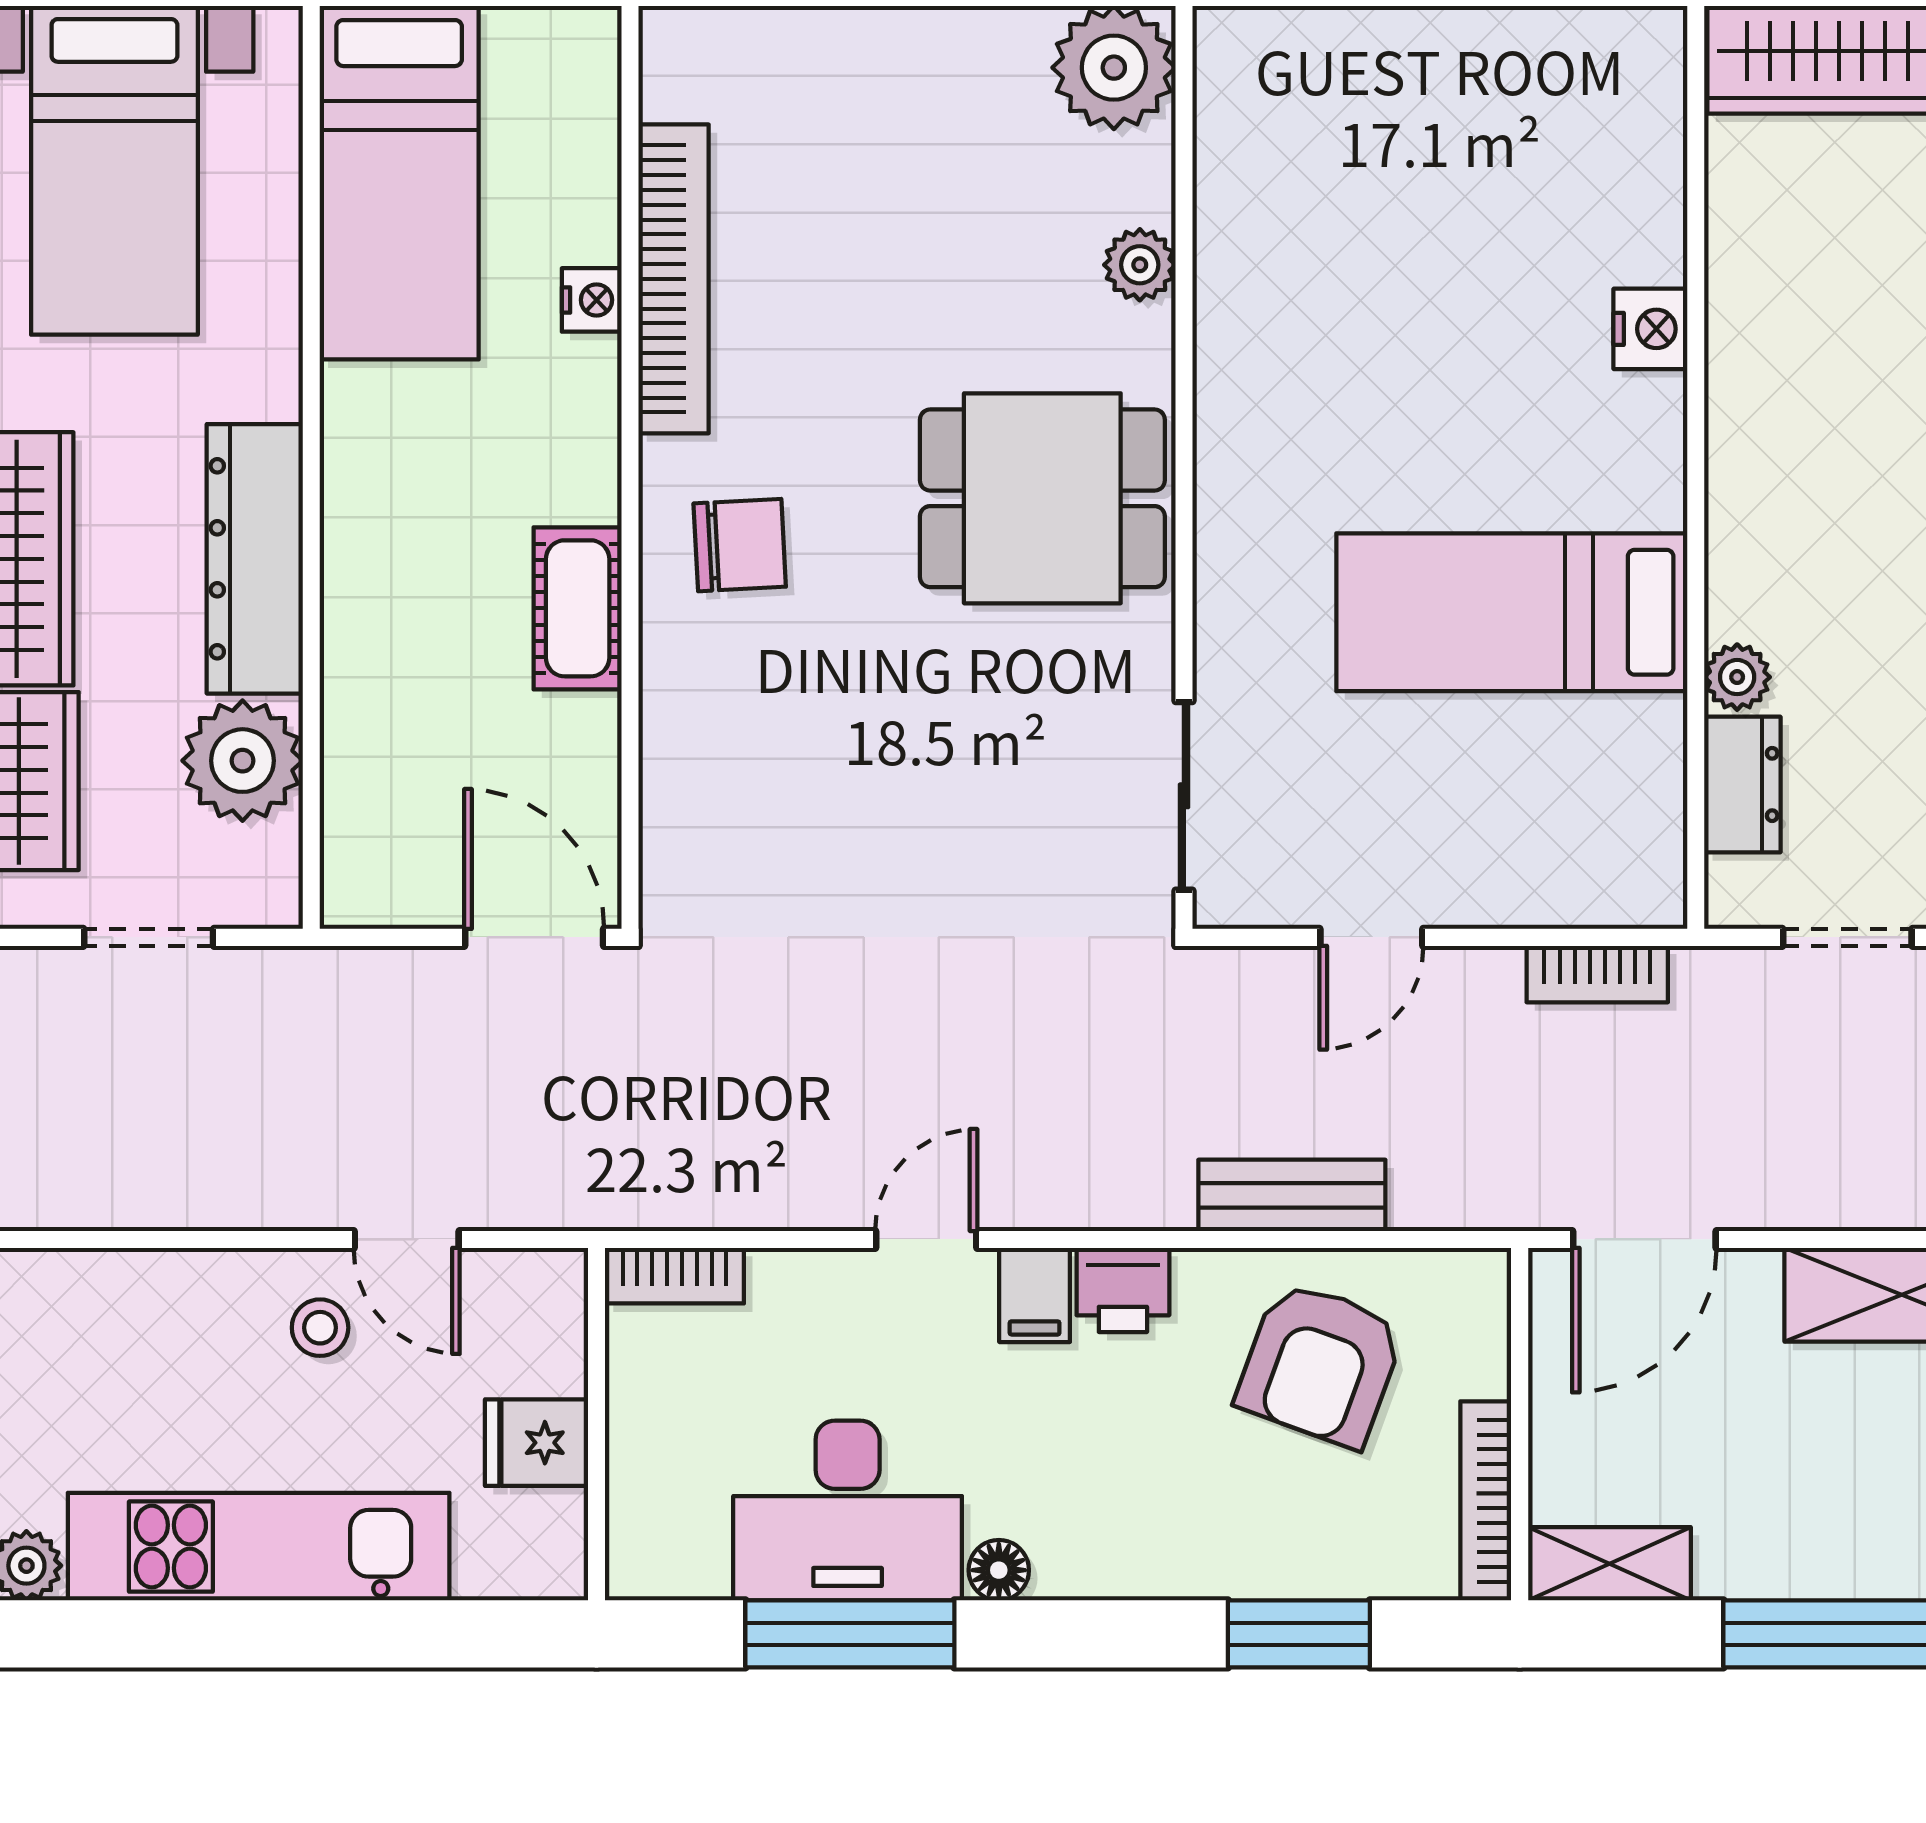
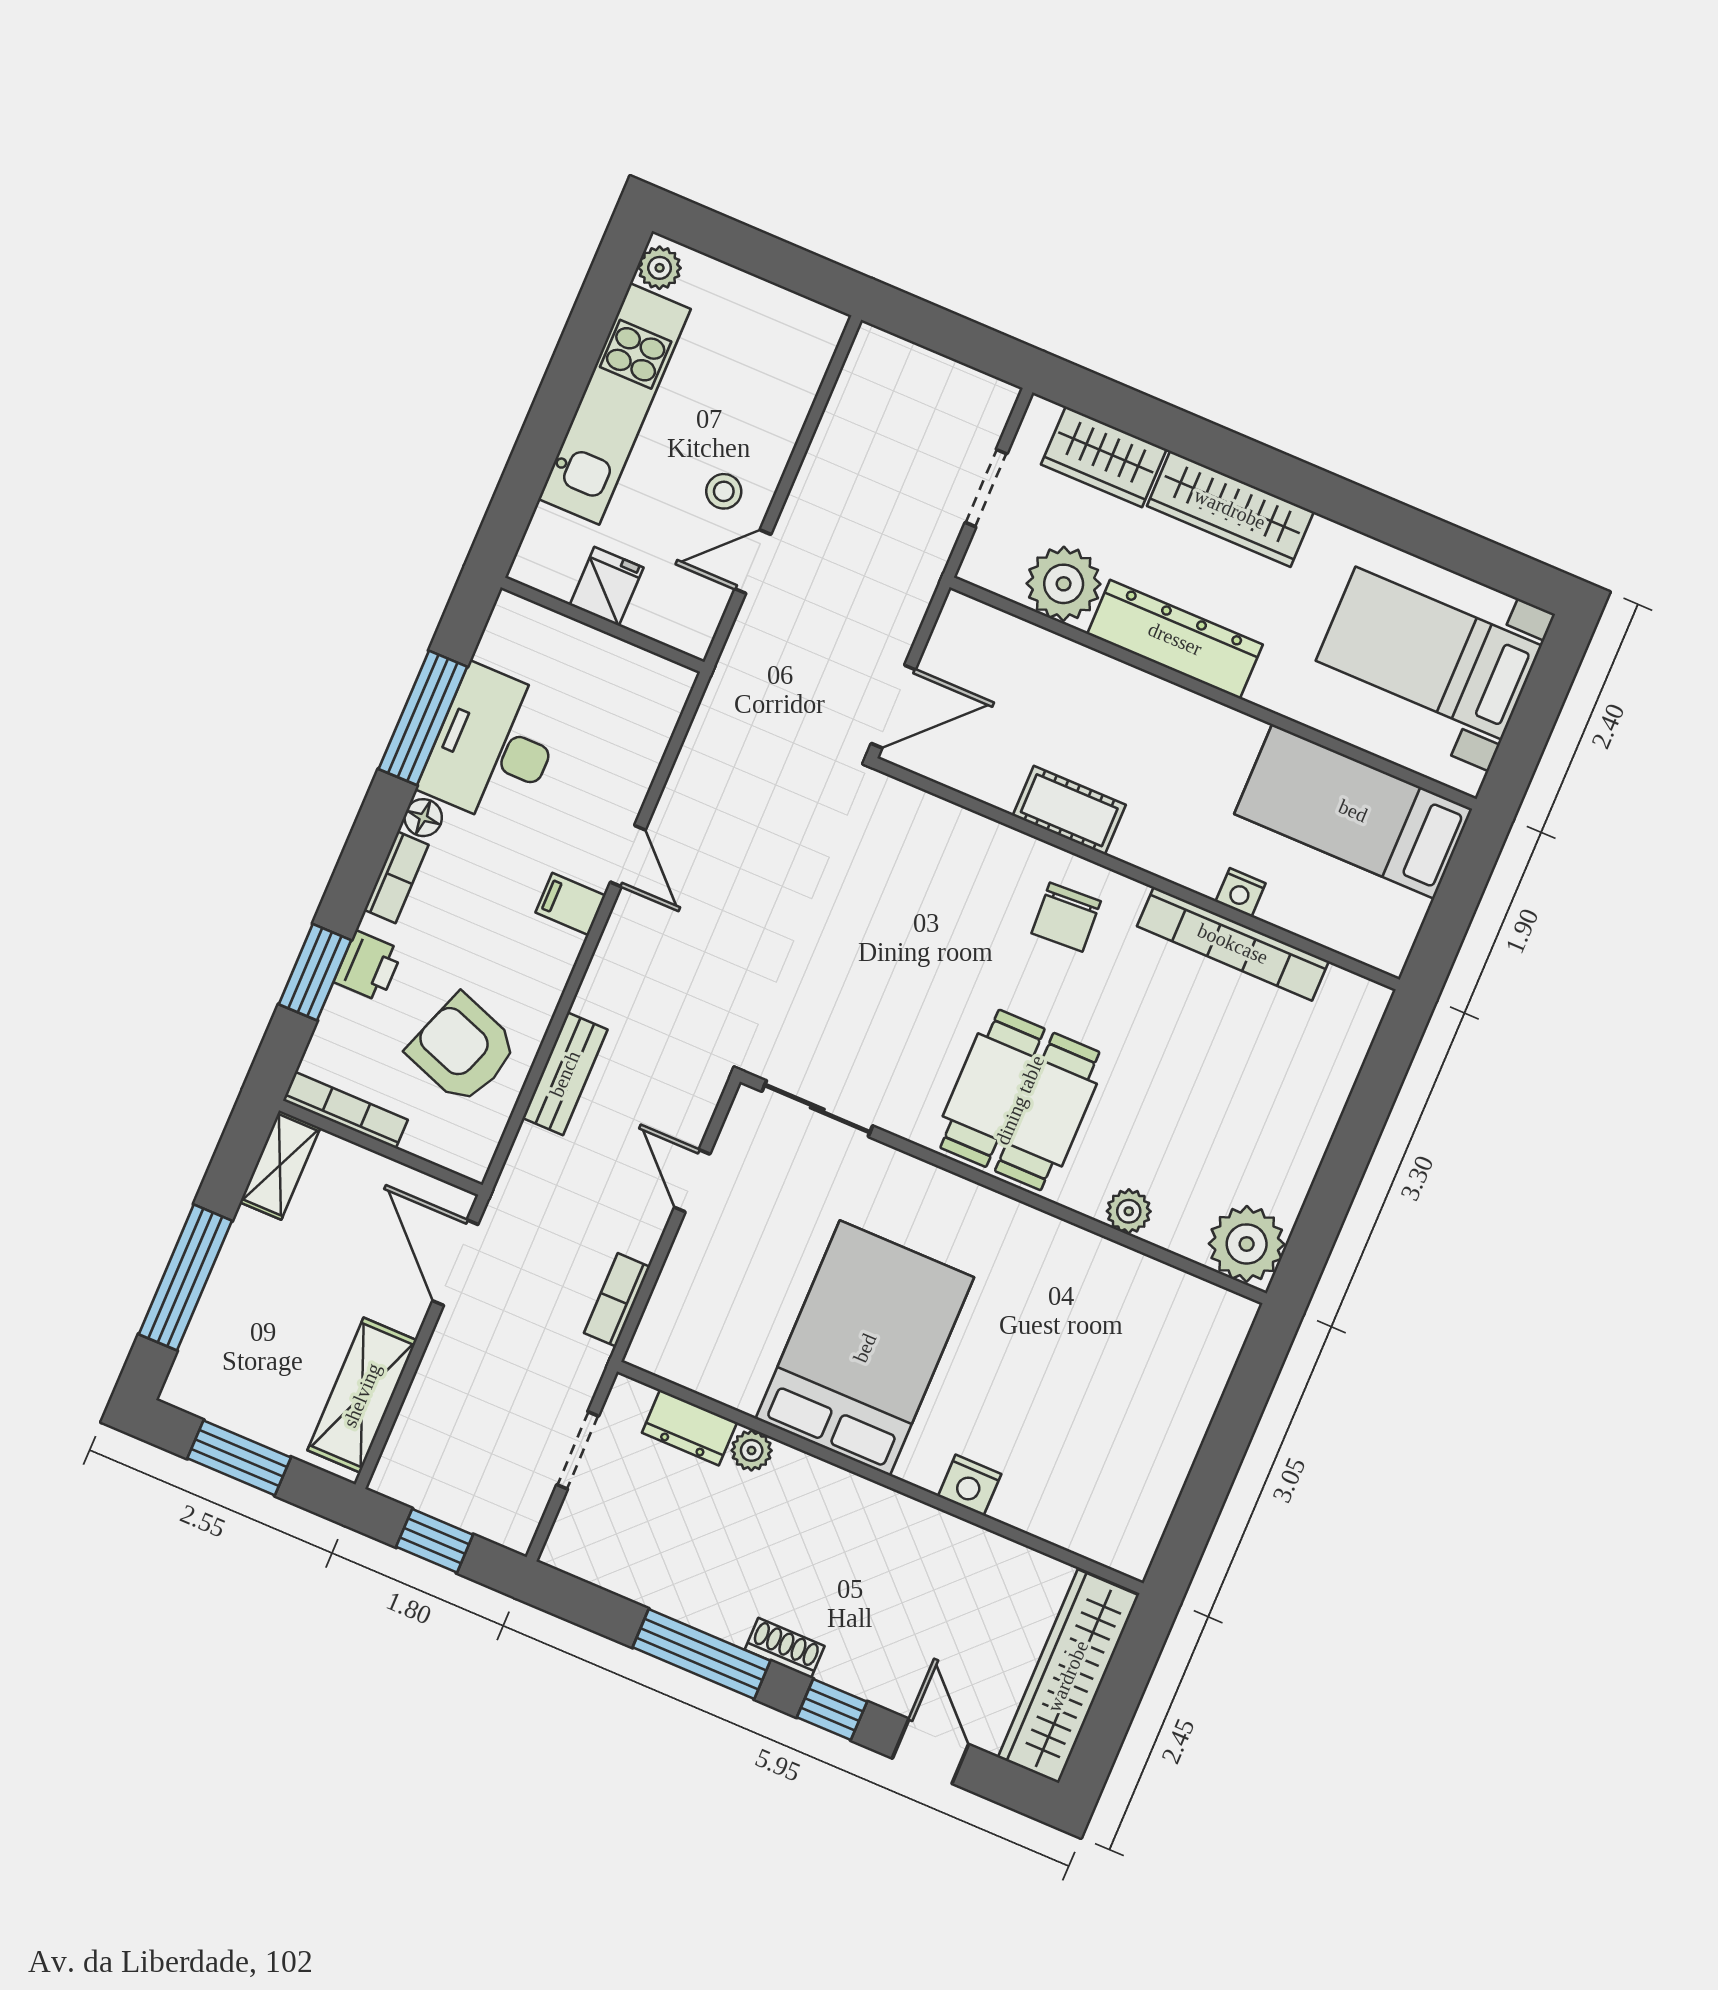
bed: (1512, 612) -> (865, 1348), width x1.50
bookcase: (674, 1276) -> (396, 877), moved, turned 180
printer: (1123, 1290) -> (368, 966), moved, turned 180

